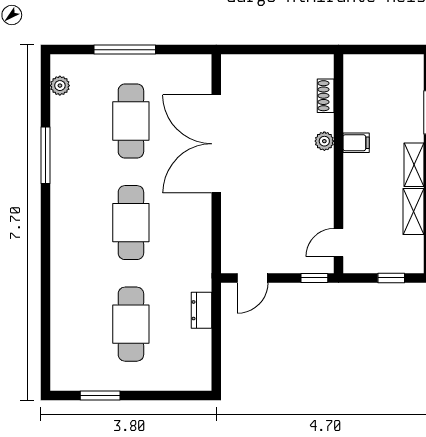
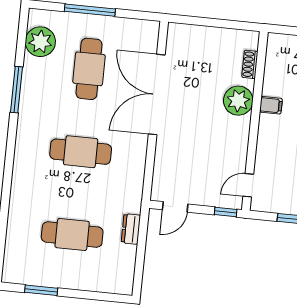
plant: (60, 86) -> (40, 42), width x1.87, depth x1.87
plant: (324, 141) -> (238, 101), width x1.87, depth x1.87
cafe table: (131, 223) -> (81, 152), turned 90
cafe table: (131, 324) -> (72, 235), turned 90

